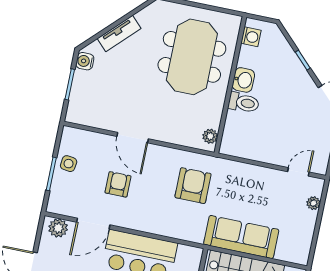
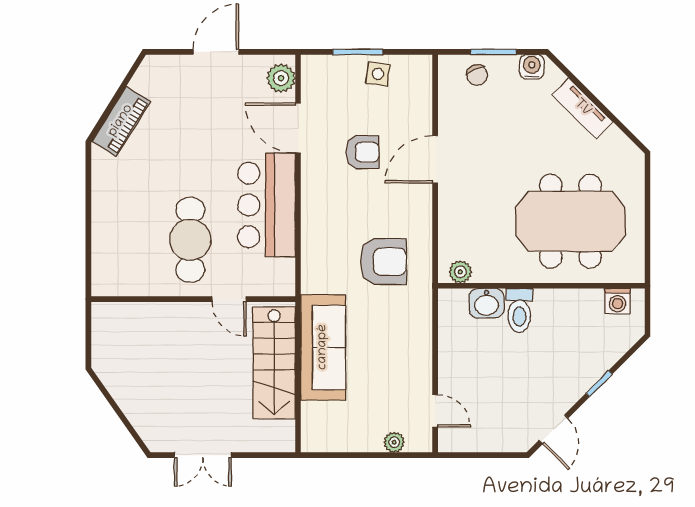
washbasin: (243, 80) -> (486, 303), moved
chair: (83, 98) -> (477, 75), added

